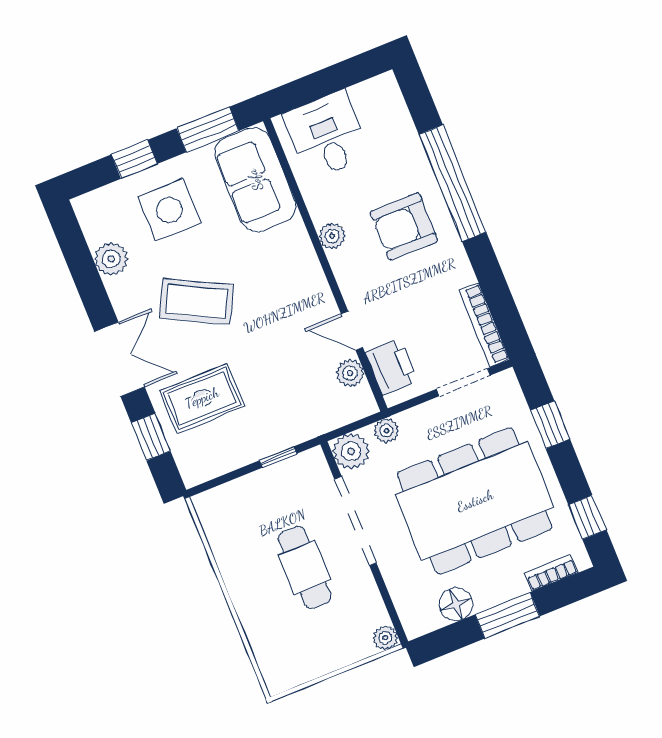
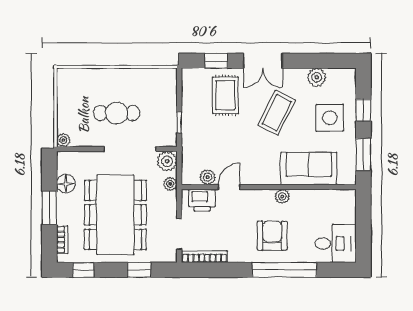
desk: (327, 135) -> (335, 243), moved
sofa: (255, 180) -> (309, 169), moved

